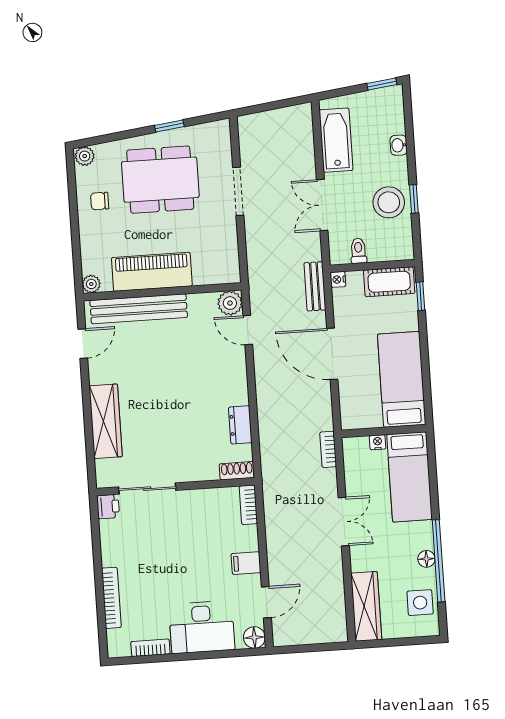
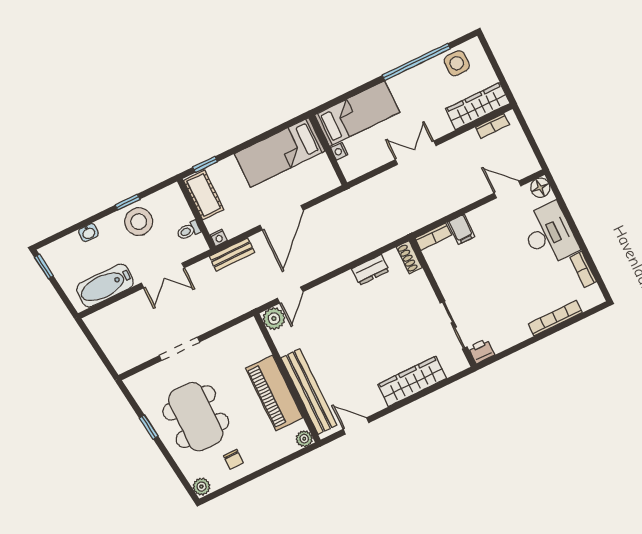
bookcase: (328, 449) -> (492, 126), moved
floor lamp: (426, 559) -> (419, 72), removed
filing cabinet: (246, 563) -> (461, 229), moved

